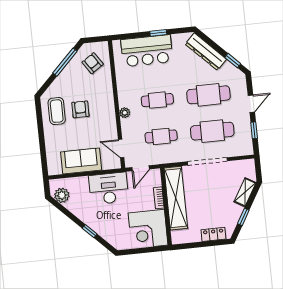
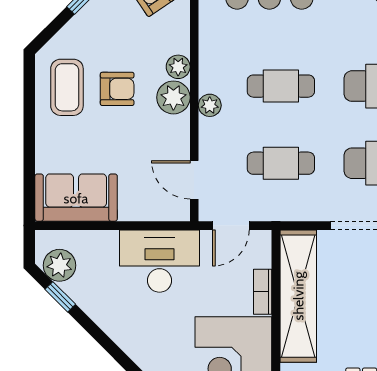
plant: (108, 96) -> (178, 67), added
armchair: (80, 109) -> (117, 89), turned 90
plant: (107, 111) -> (173, 97), added
sofa: (81, 161) -> (76, 198), moved
window: (90, 231) -> (60, 297), moved

